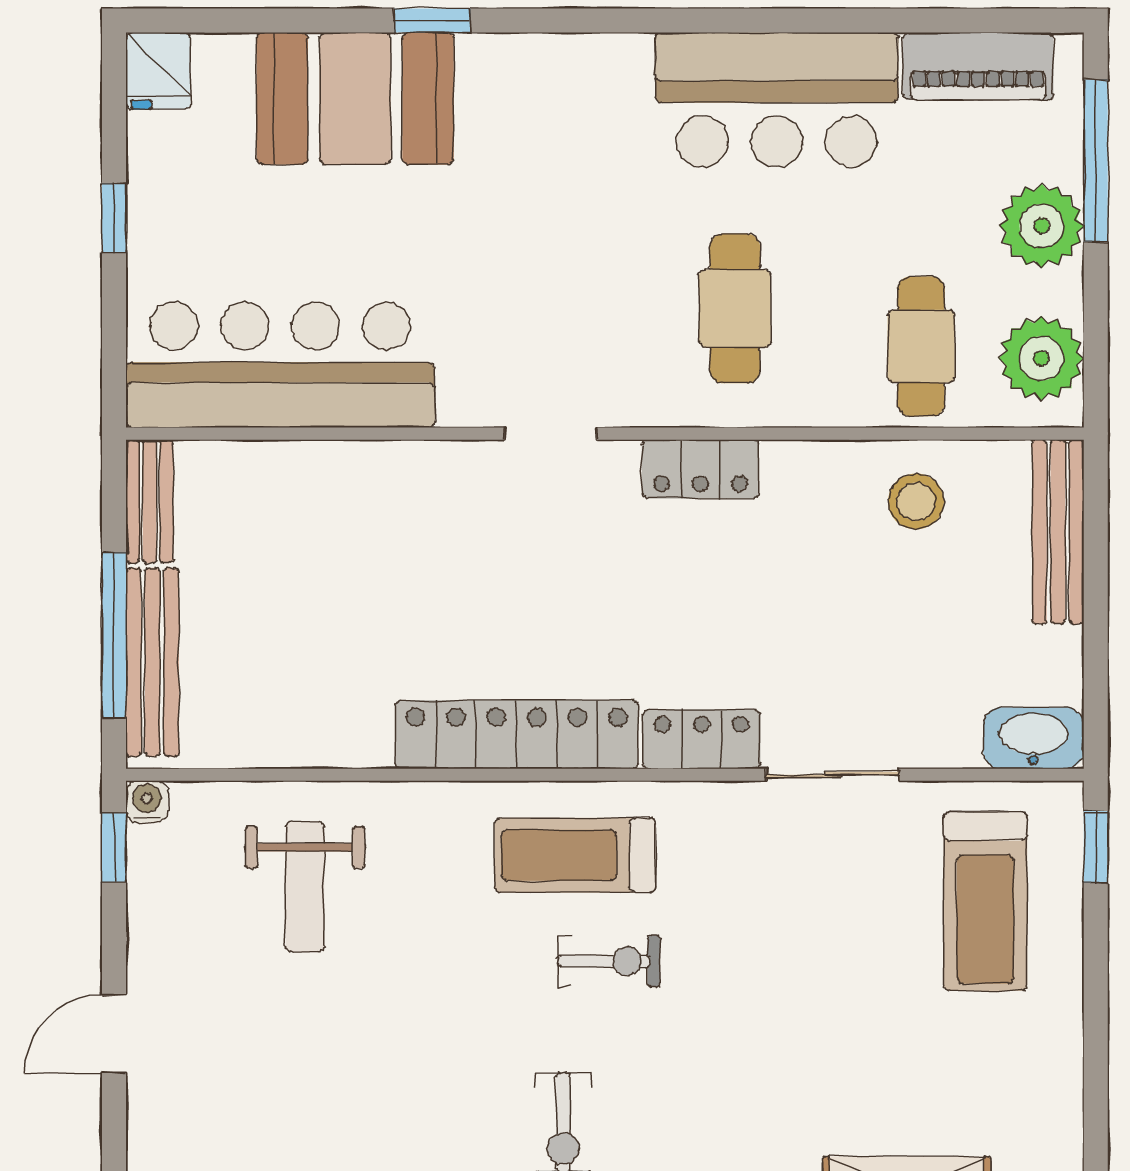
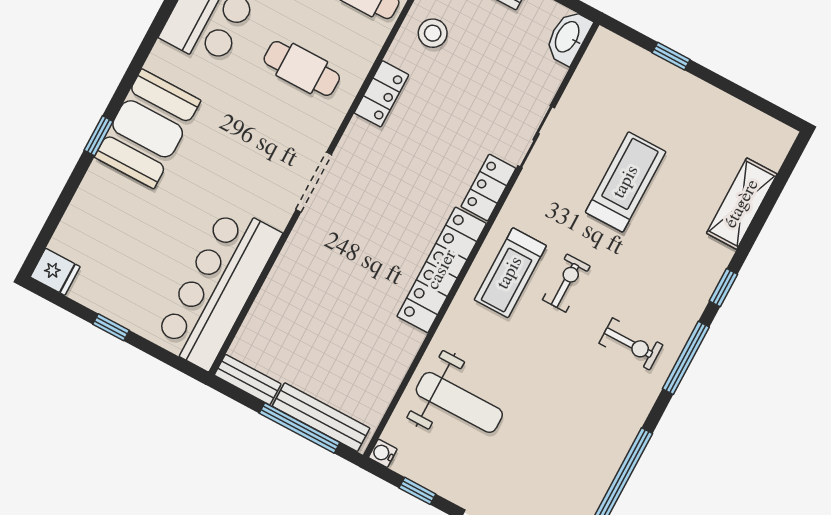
booth: (355, 99) -> (148, 129), moved
doorway: (551, 434) -> (314, 182), width x1.38
locker: (700, 469) -> (381, 94), moved
window: (114, 847) -> (417, 491), moved
window: (1096, 847) -> (671, 56), moved
weight bench: (305, 887) -> (459, 402), width x1.36, depth x1.33
treadmill: (985, 901) -> (626, 182), moved, turned -90

